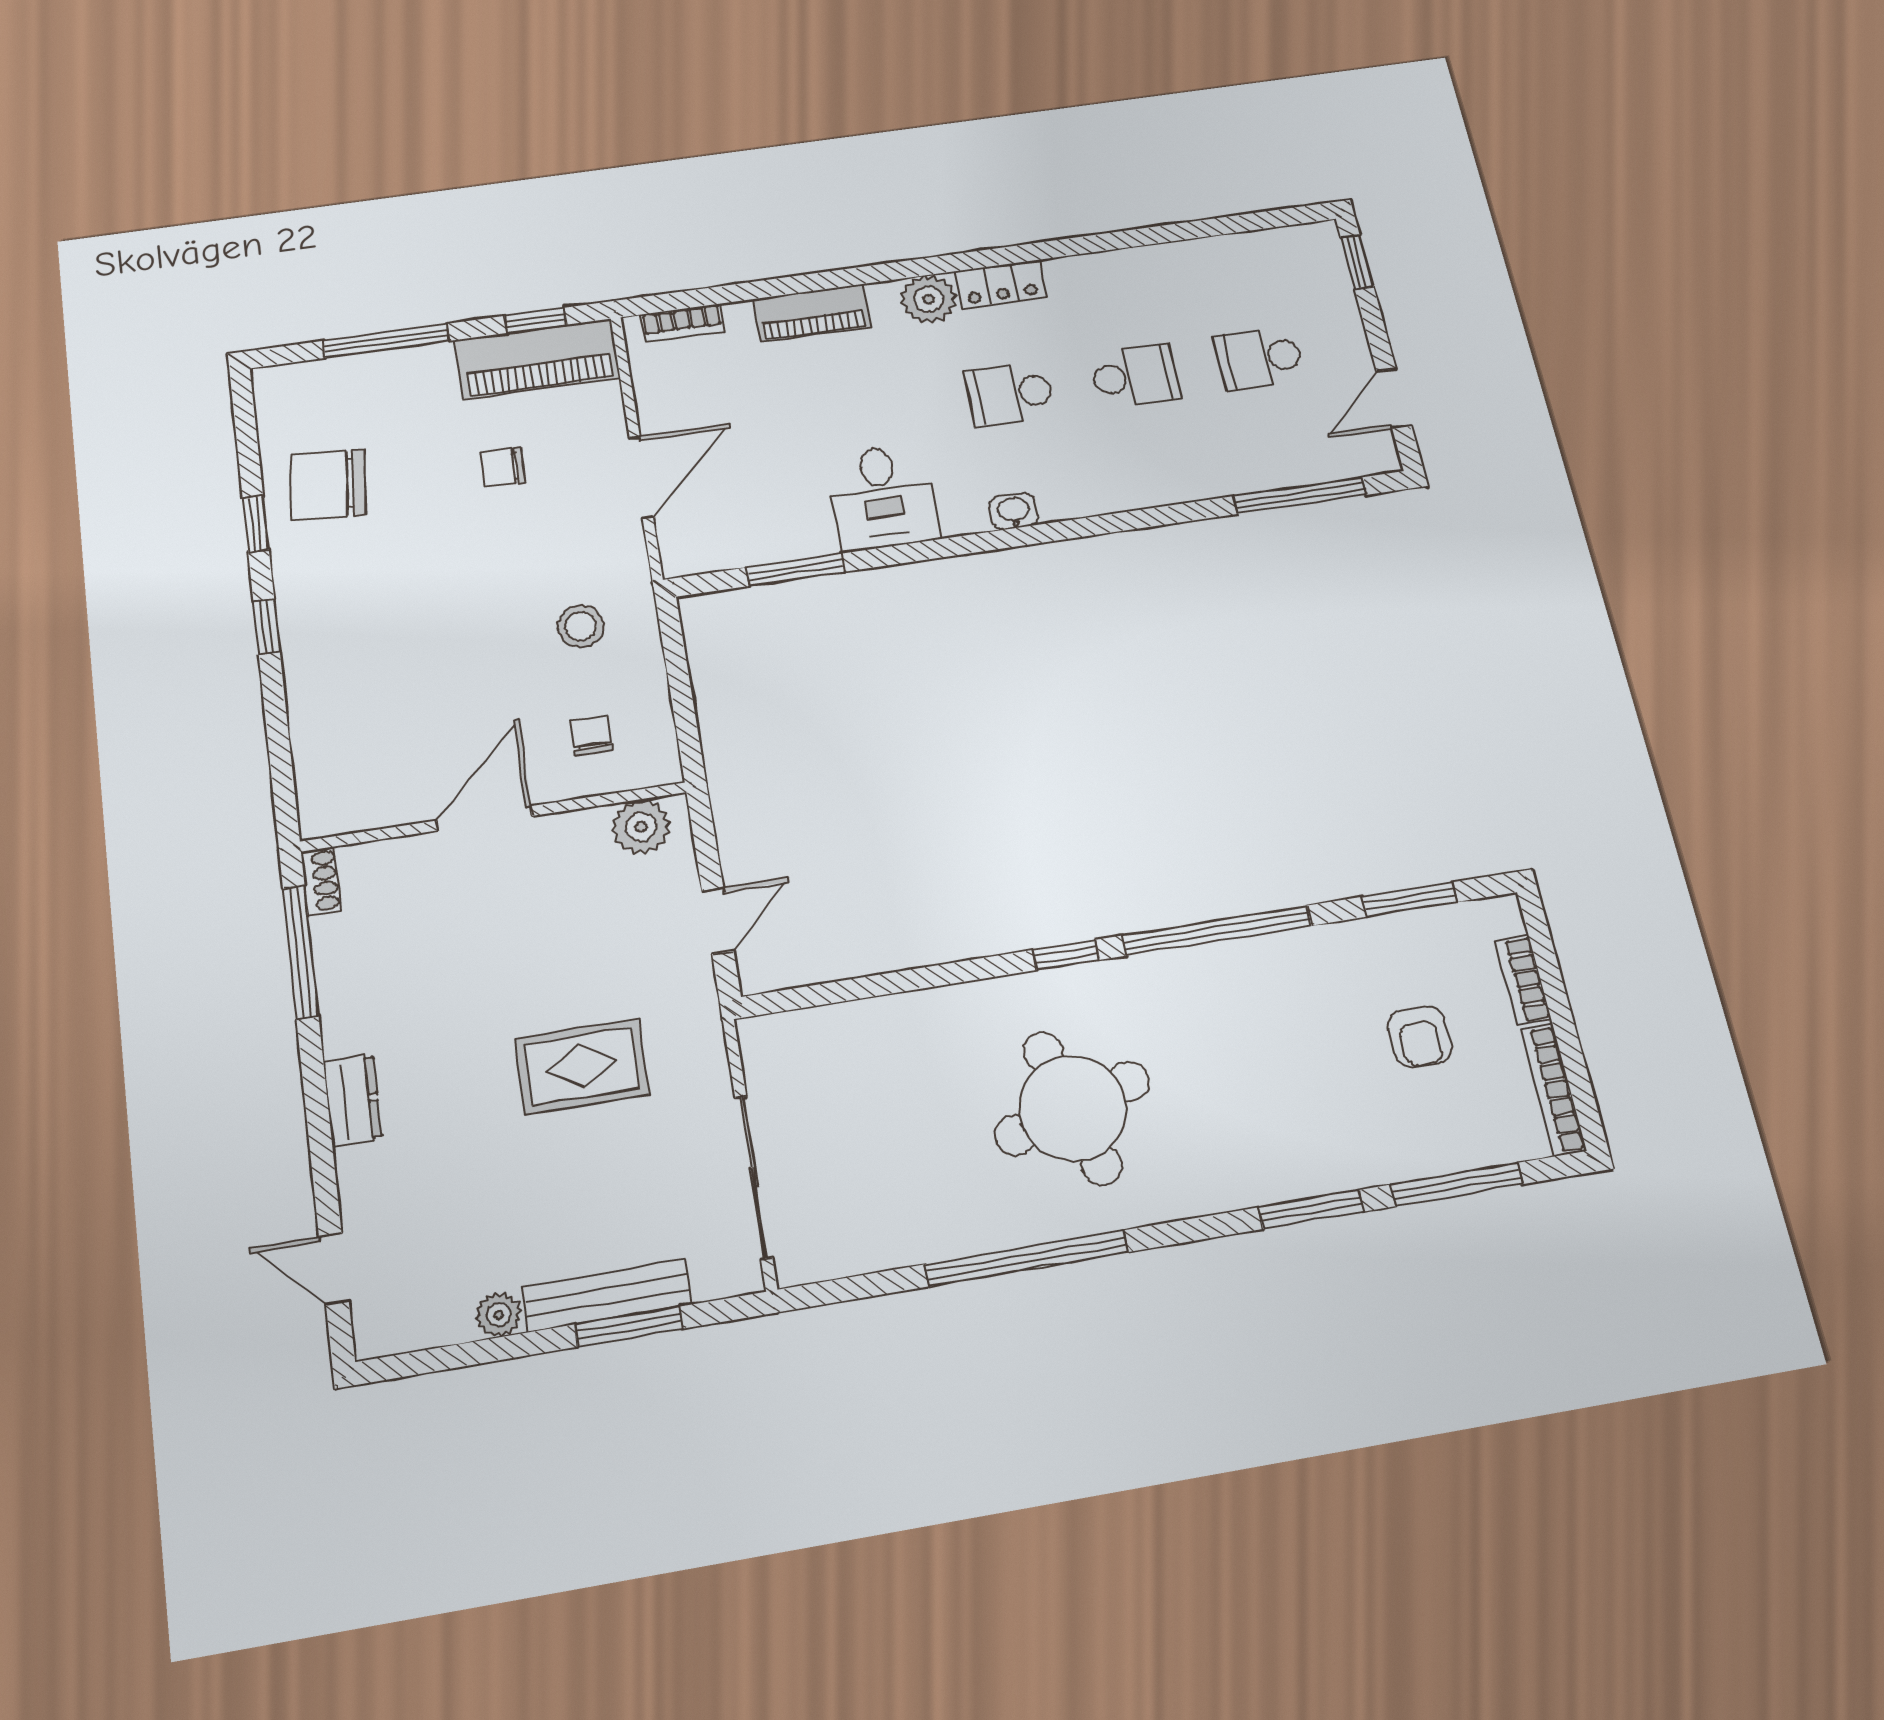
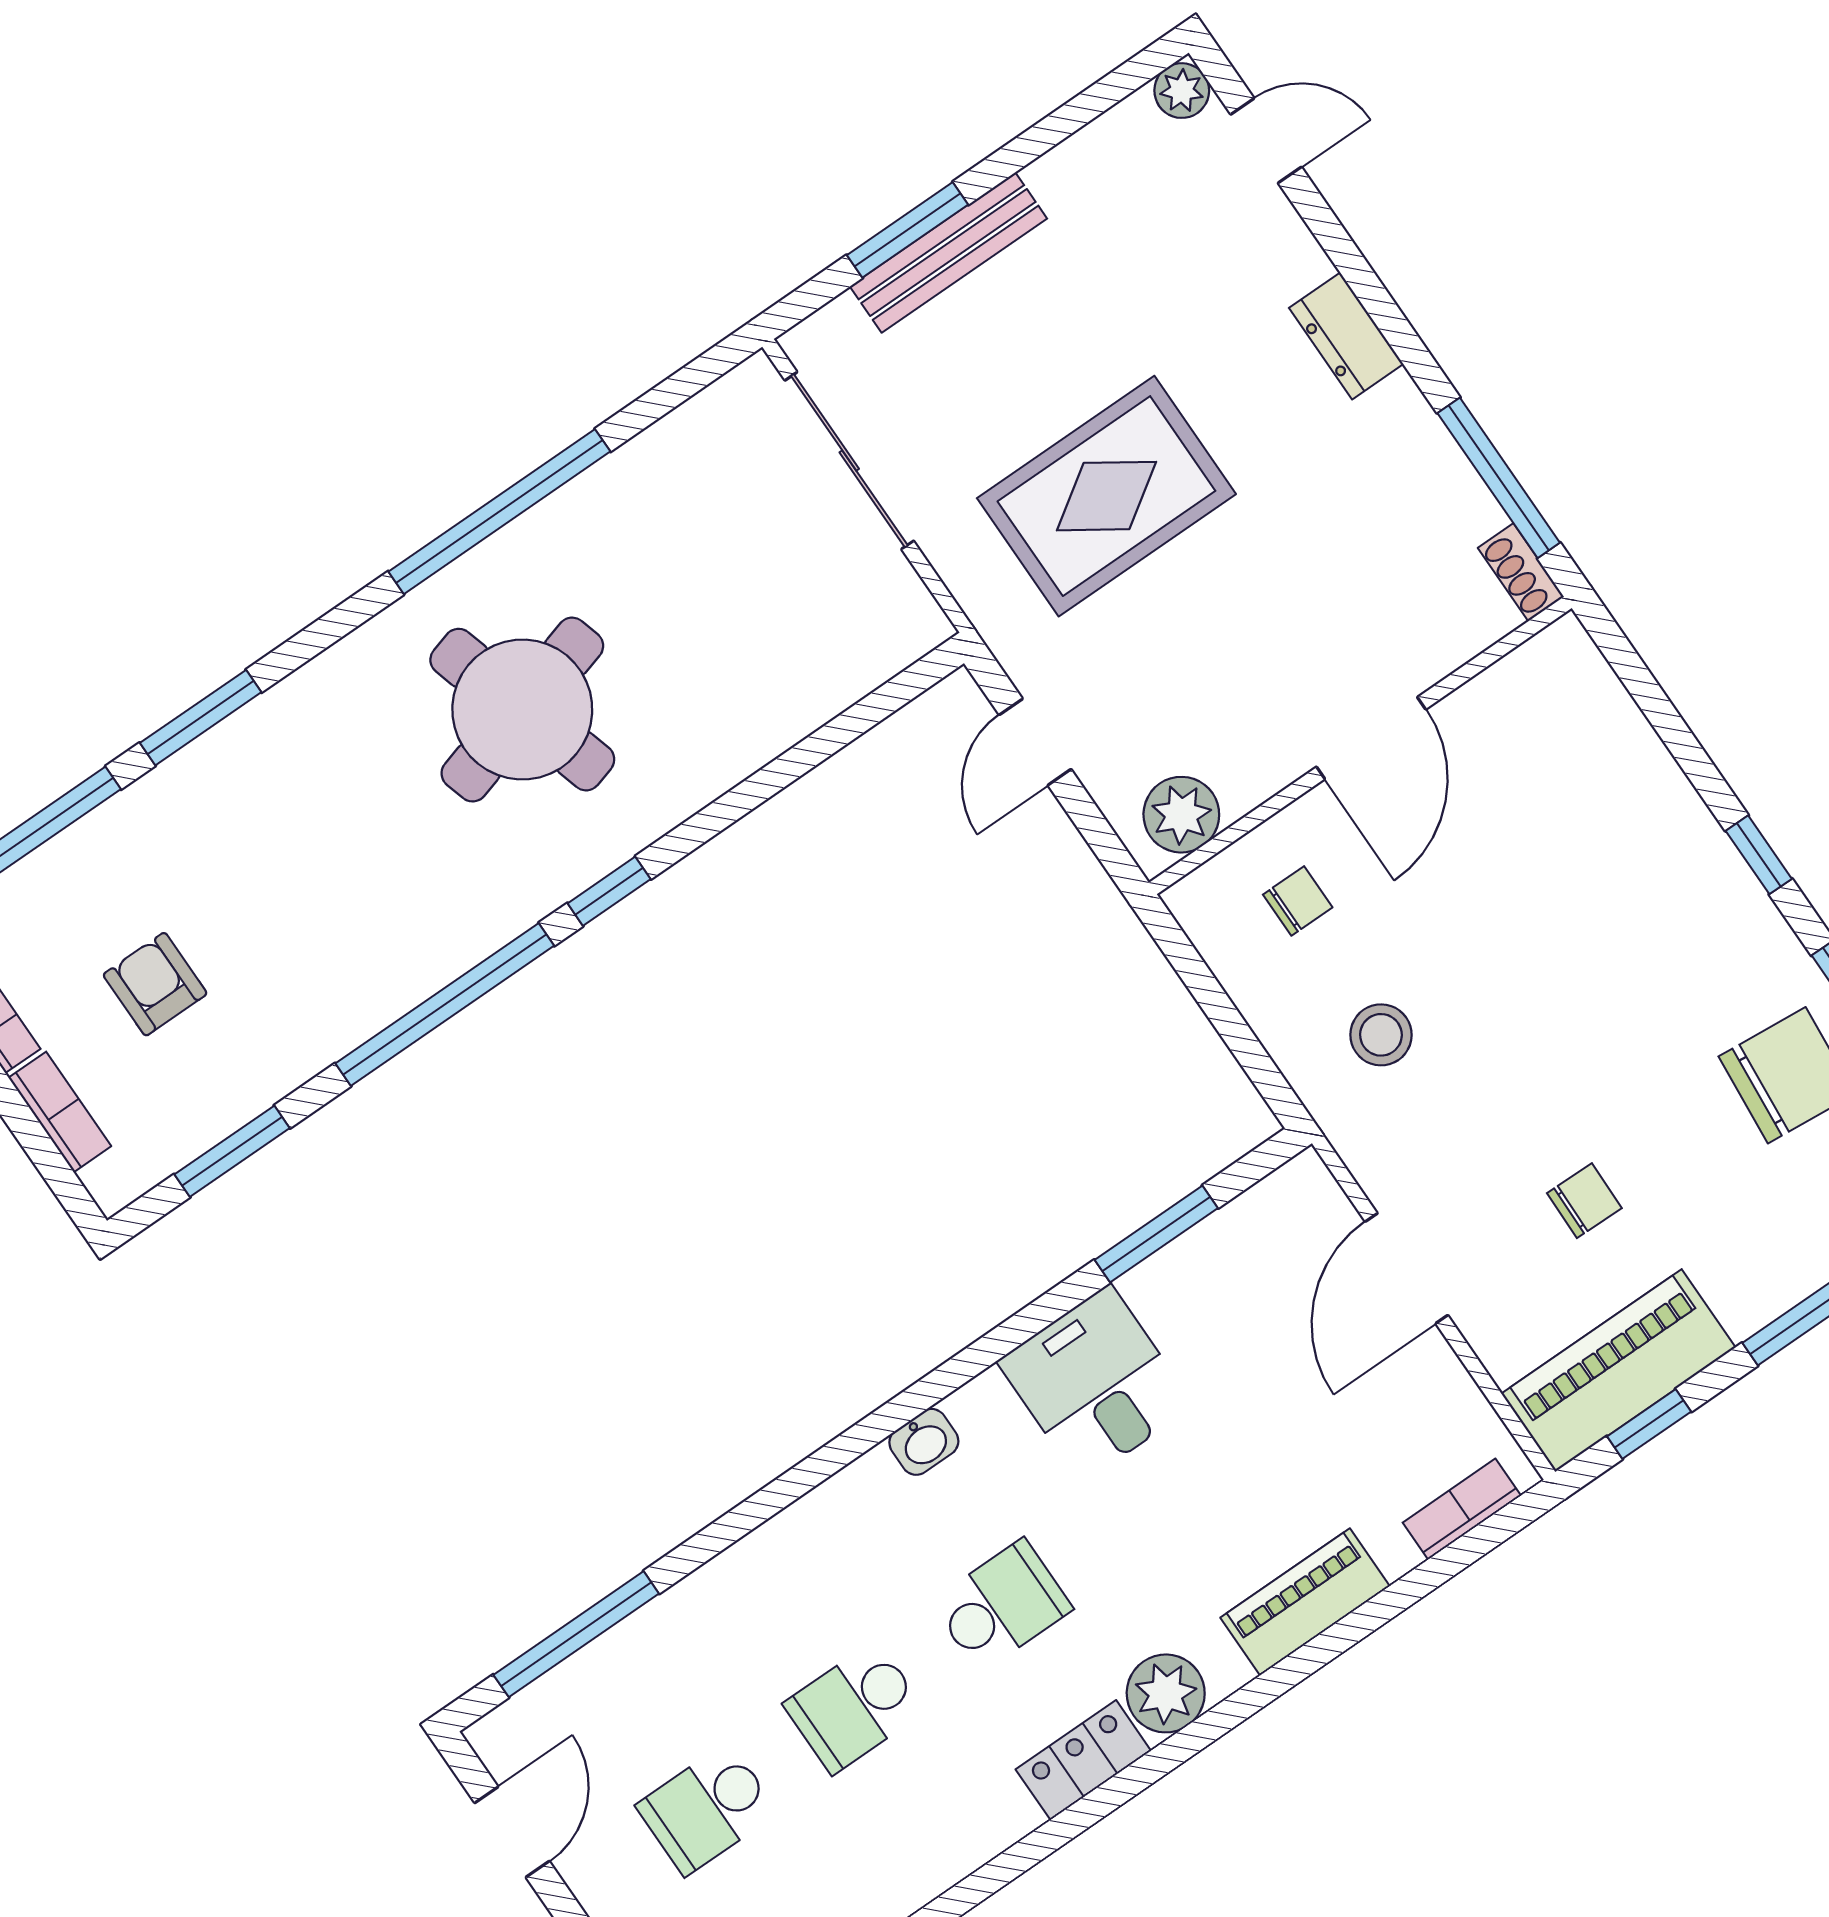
school desk: (1259, 358) -> (707, 1809), turned 180
chair: (591, 735) -> (1298, 901), turned -90
rug: (582, 1066) -> (1106, 496), width x1.36, depth x1.43
plant: (499, 1315) -> (1182, 91), moved

